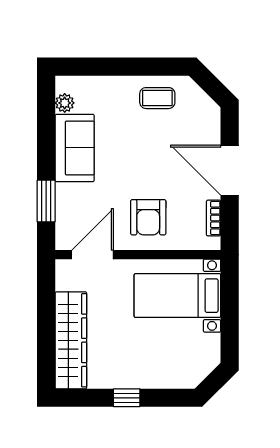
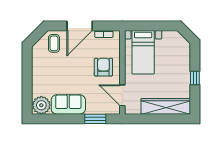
coffee table: (157, 98) -> (54, 43), moved
plant: (65, 103) -> (41, 105), width x1.88, depth x1.88
armchair: (148, 217) -> (103, 67), turned -90

